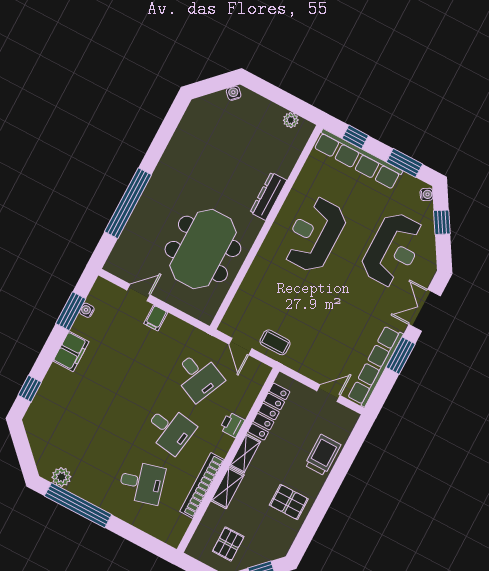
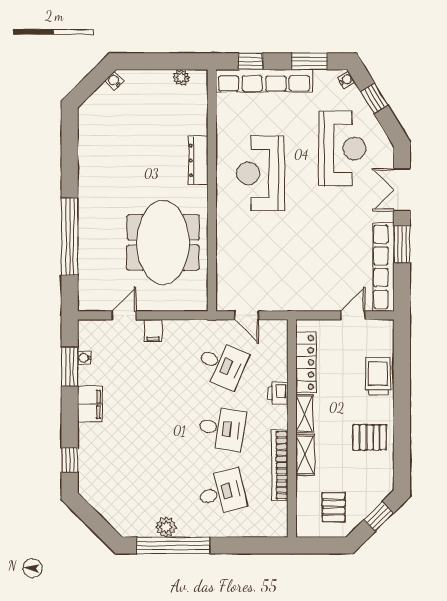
coffee table: (275, 342) -> (277, 294), removed
plant: (61, 477) -> (166, 527), moved

